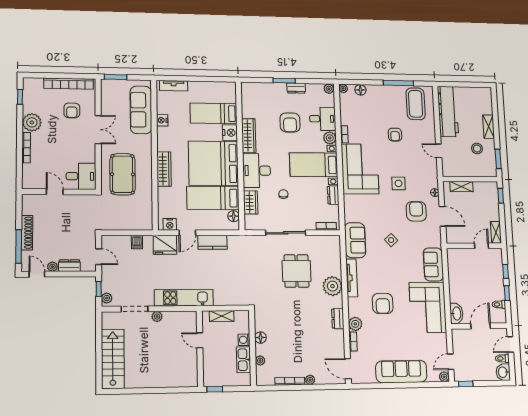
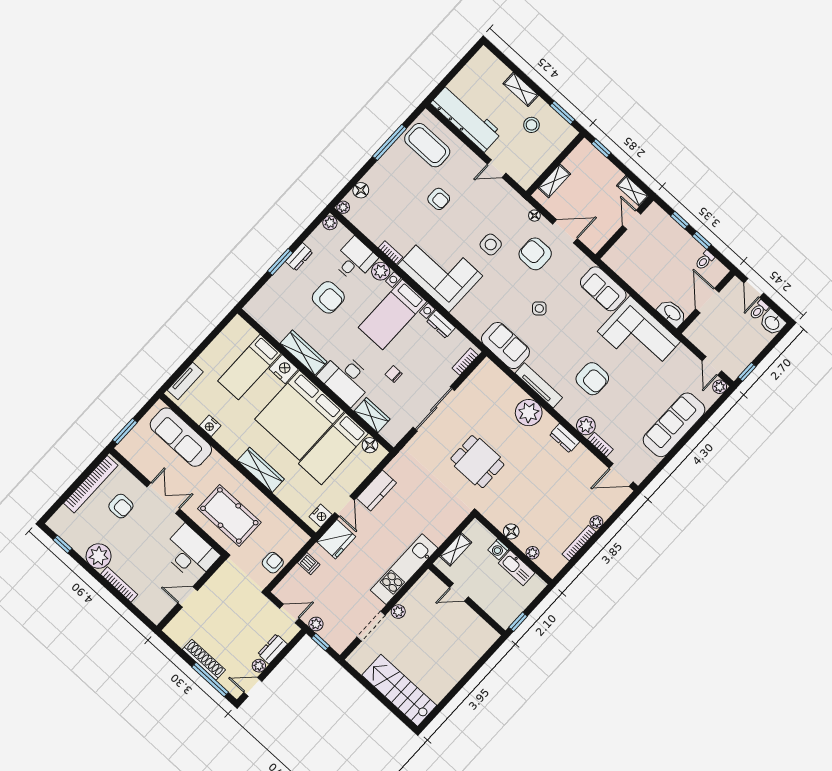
desk: (81, 176) -> (190, 553), width x1.37
armchair: (119, 222) -> (273, 563), added
dining table: (297, 271) -> (477, 462), moved
plant: (107, 298) -> (316, 624), moved

